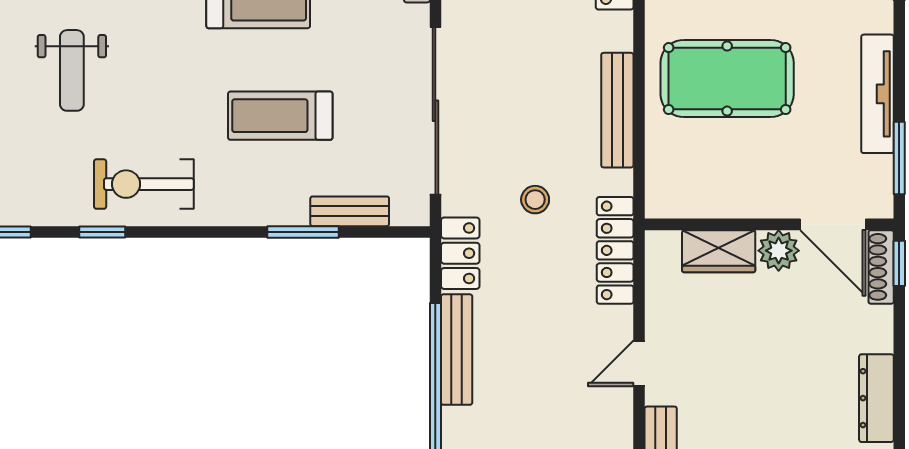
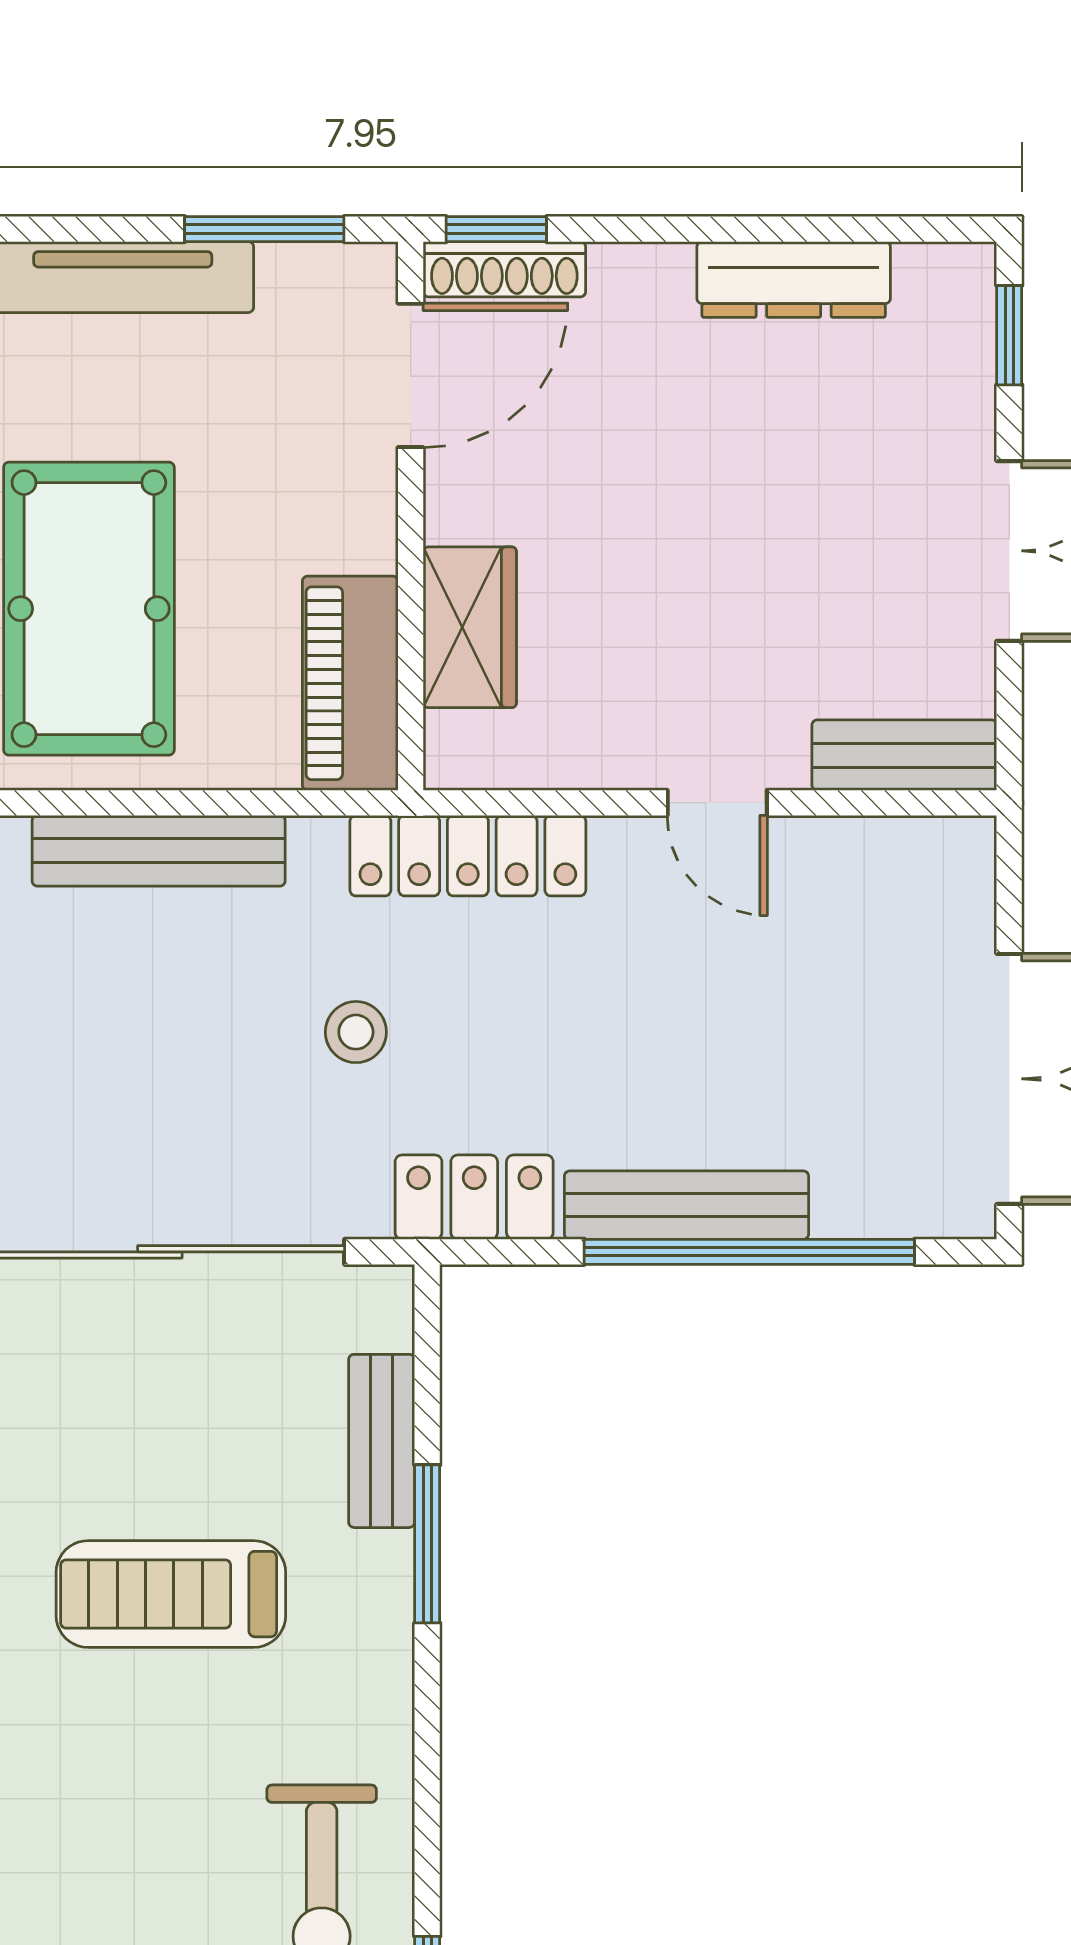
treadmill: (280, 116) -> (171, 1594), turned 90
piano: (693, 197) -> (350, 683), added
plant: (779, 251) -> (468, 495), removed

